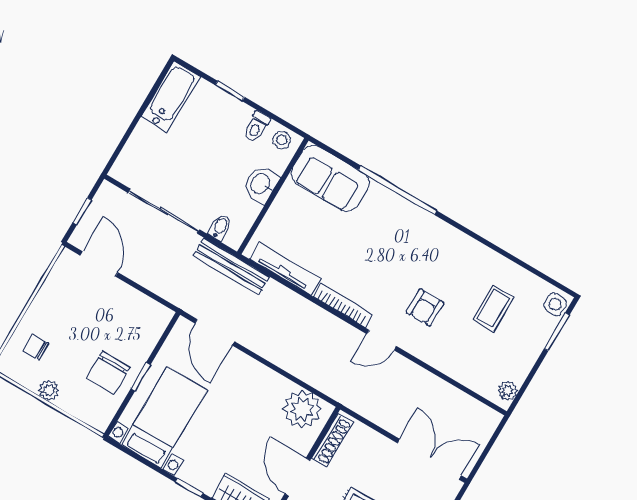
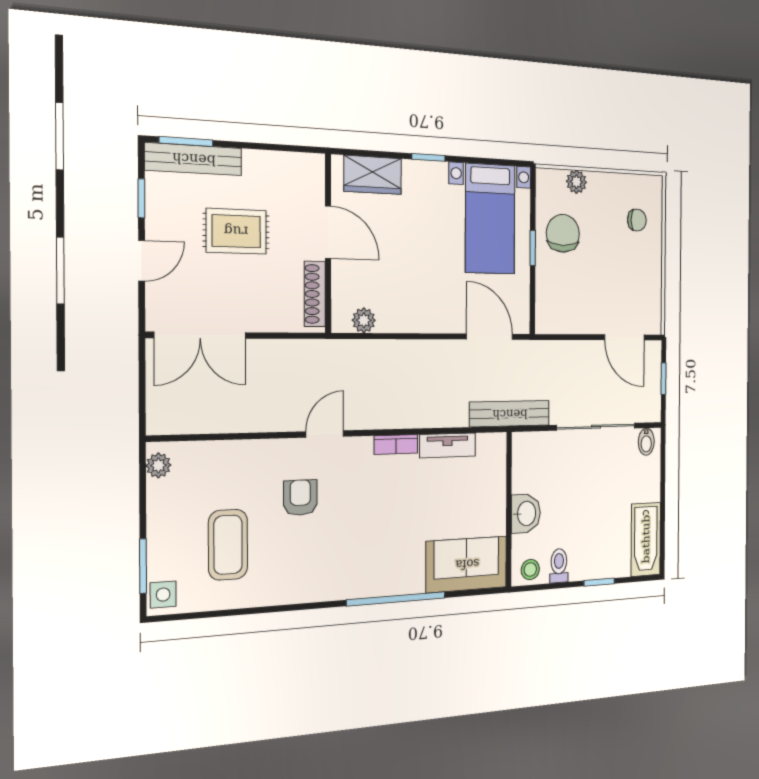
bidet: (220, 227) -> (646, 442), moved
tv unit: (285, 269) -> (448, 445), width x0.71
bookcase: (343, 305) -> (396, 445), width x0.64
coffee table: (493, 308) -> (228, 545), width x1.36, depth x1.30
plant: (49, 390) -> (576, 182), moved
plant: (302, 409) -> (364, 320), width x0.53, depth x0.53

